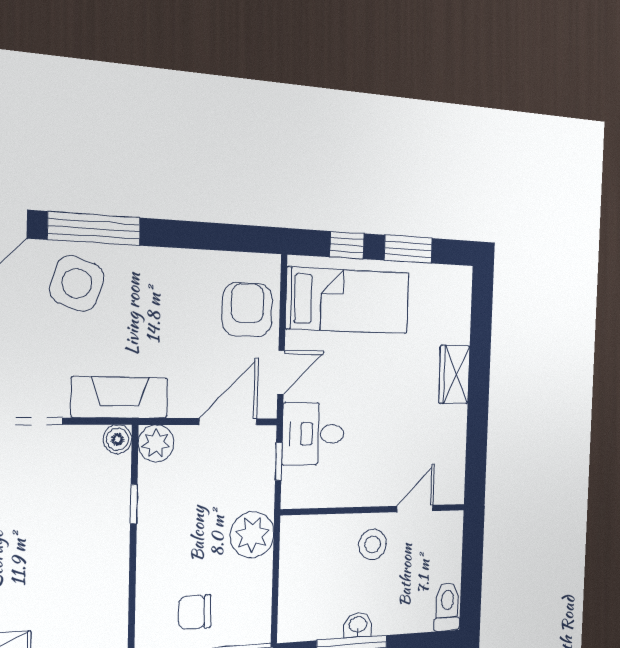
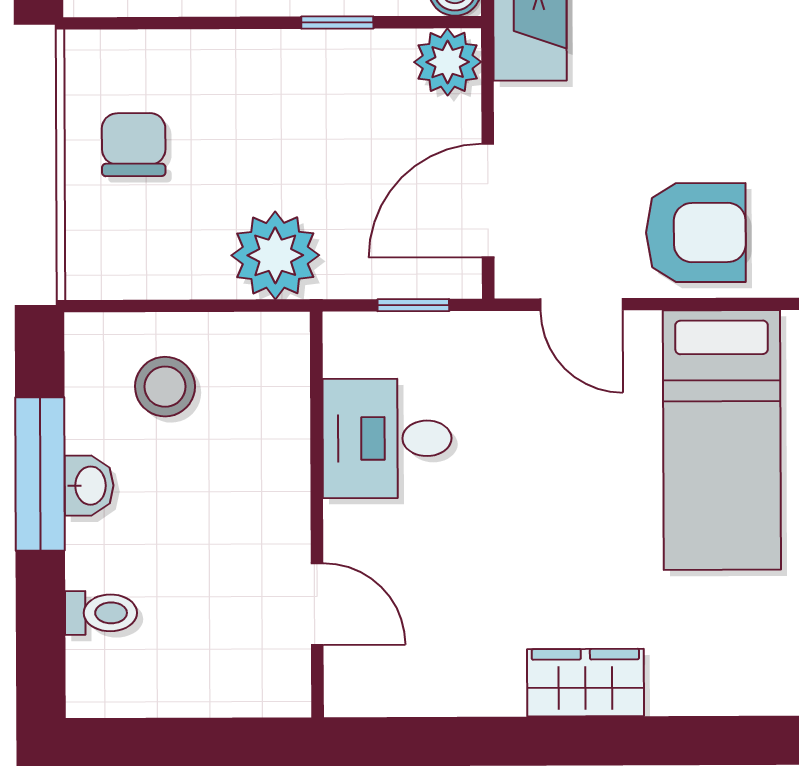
door: (228, 422) -> (488, 201), swing flipped
desk: (313, 434) -> (387, 438), moved, turned -90
stool: (373, 544) -> (165, 387), moved
toilet: (447, 607) -> (101, 613), moved, width x0.73, depth x0.72

